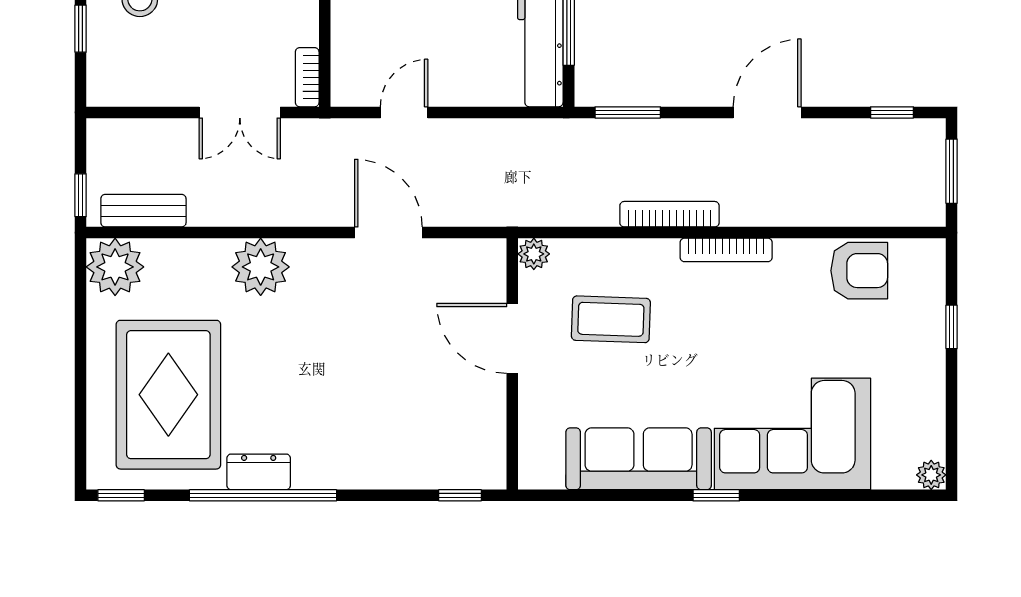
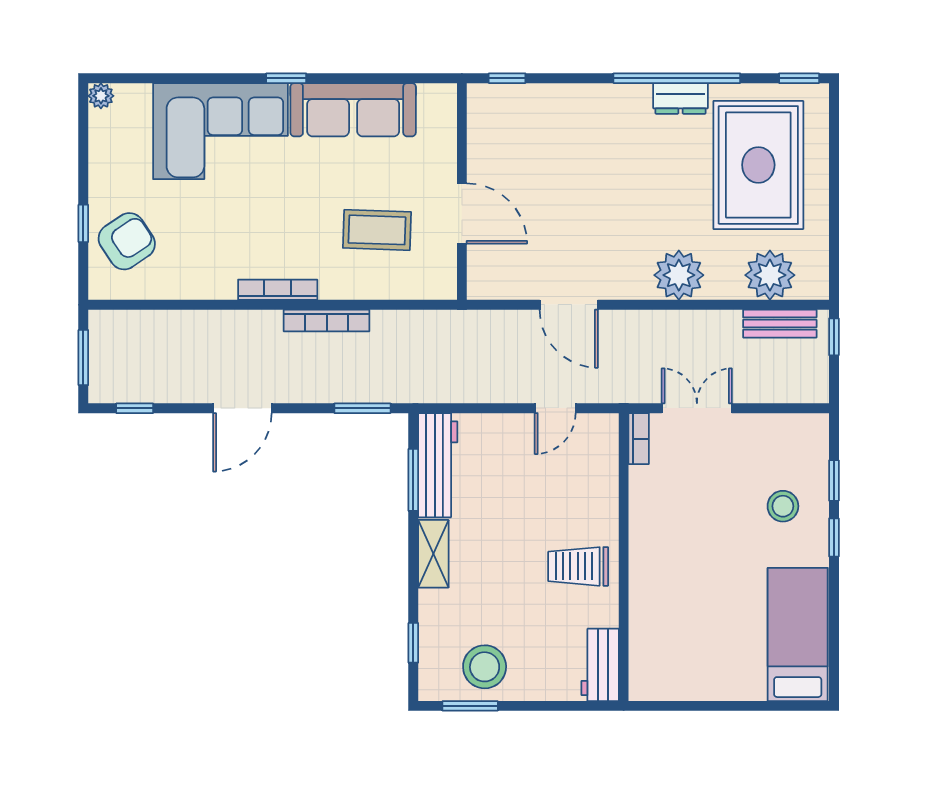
plant: (534, 254) -> (443, 286), removed
plant: (115, 267) -> (770, 275), moved
armchair: (859, 271) -> (127, 241), moved, turned 146

